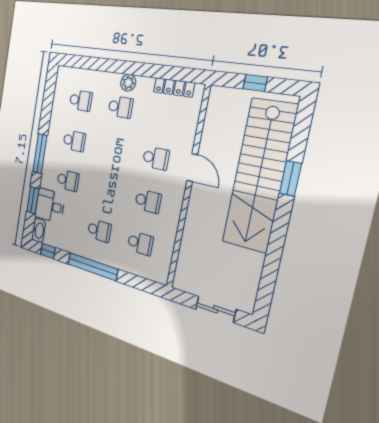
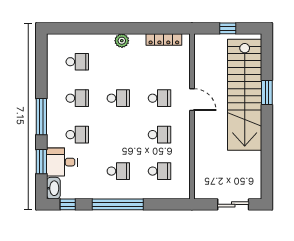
school desk: (120, 107) -> (118, 98), moved

